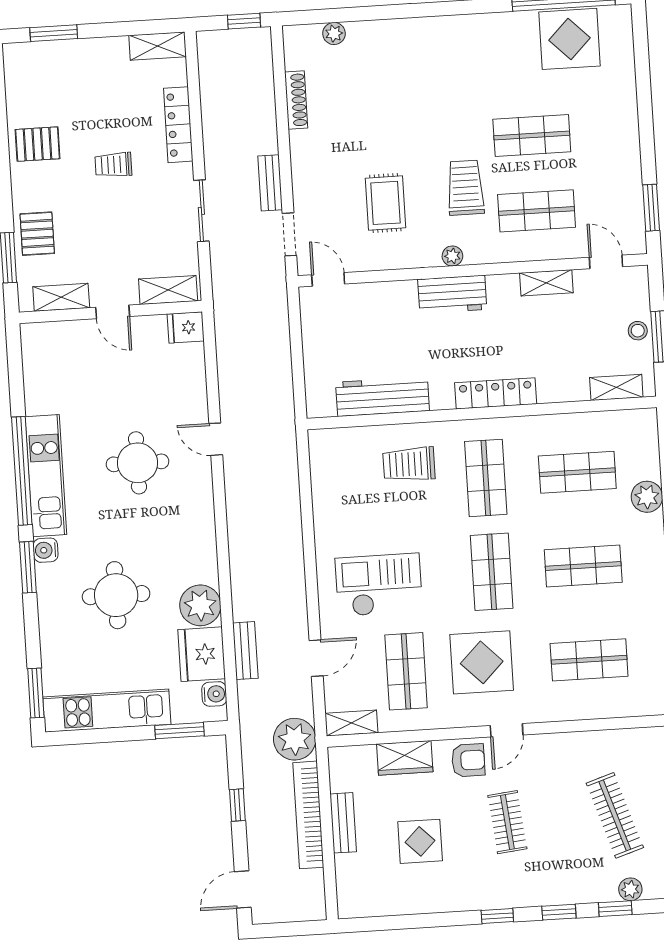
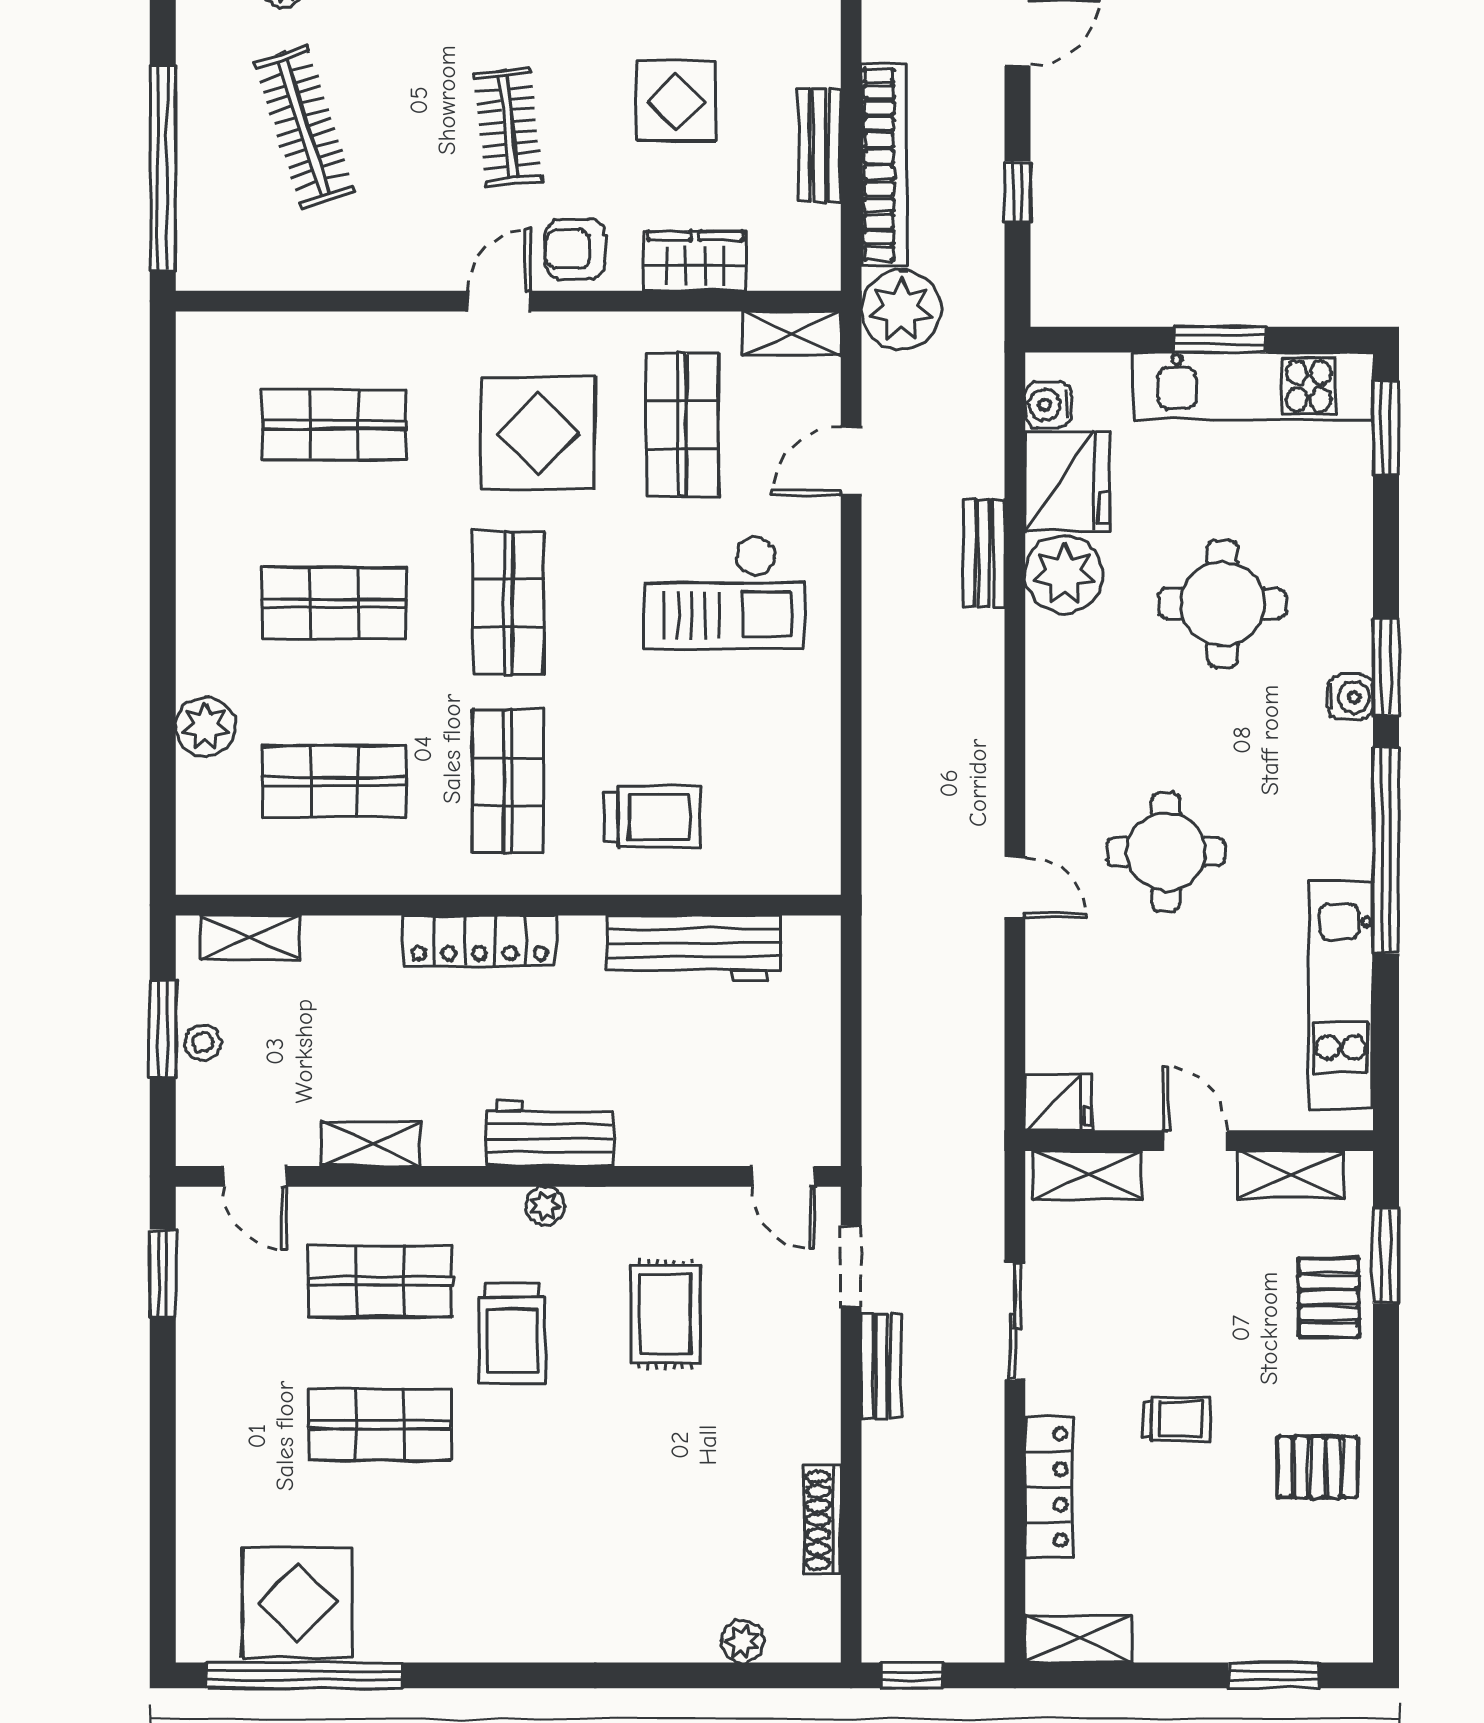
kitchen unit: (46, 476) -> (1341, 995), moved
bench: (245, 651) -> (984, 553), moved
window: (179, 731) -> (1220, 340), moved

